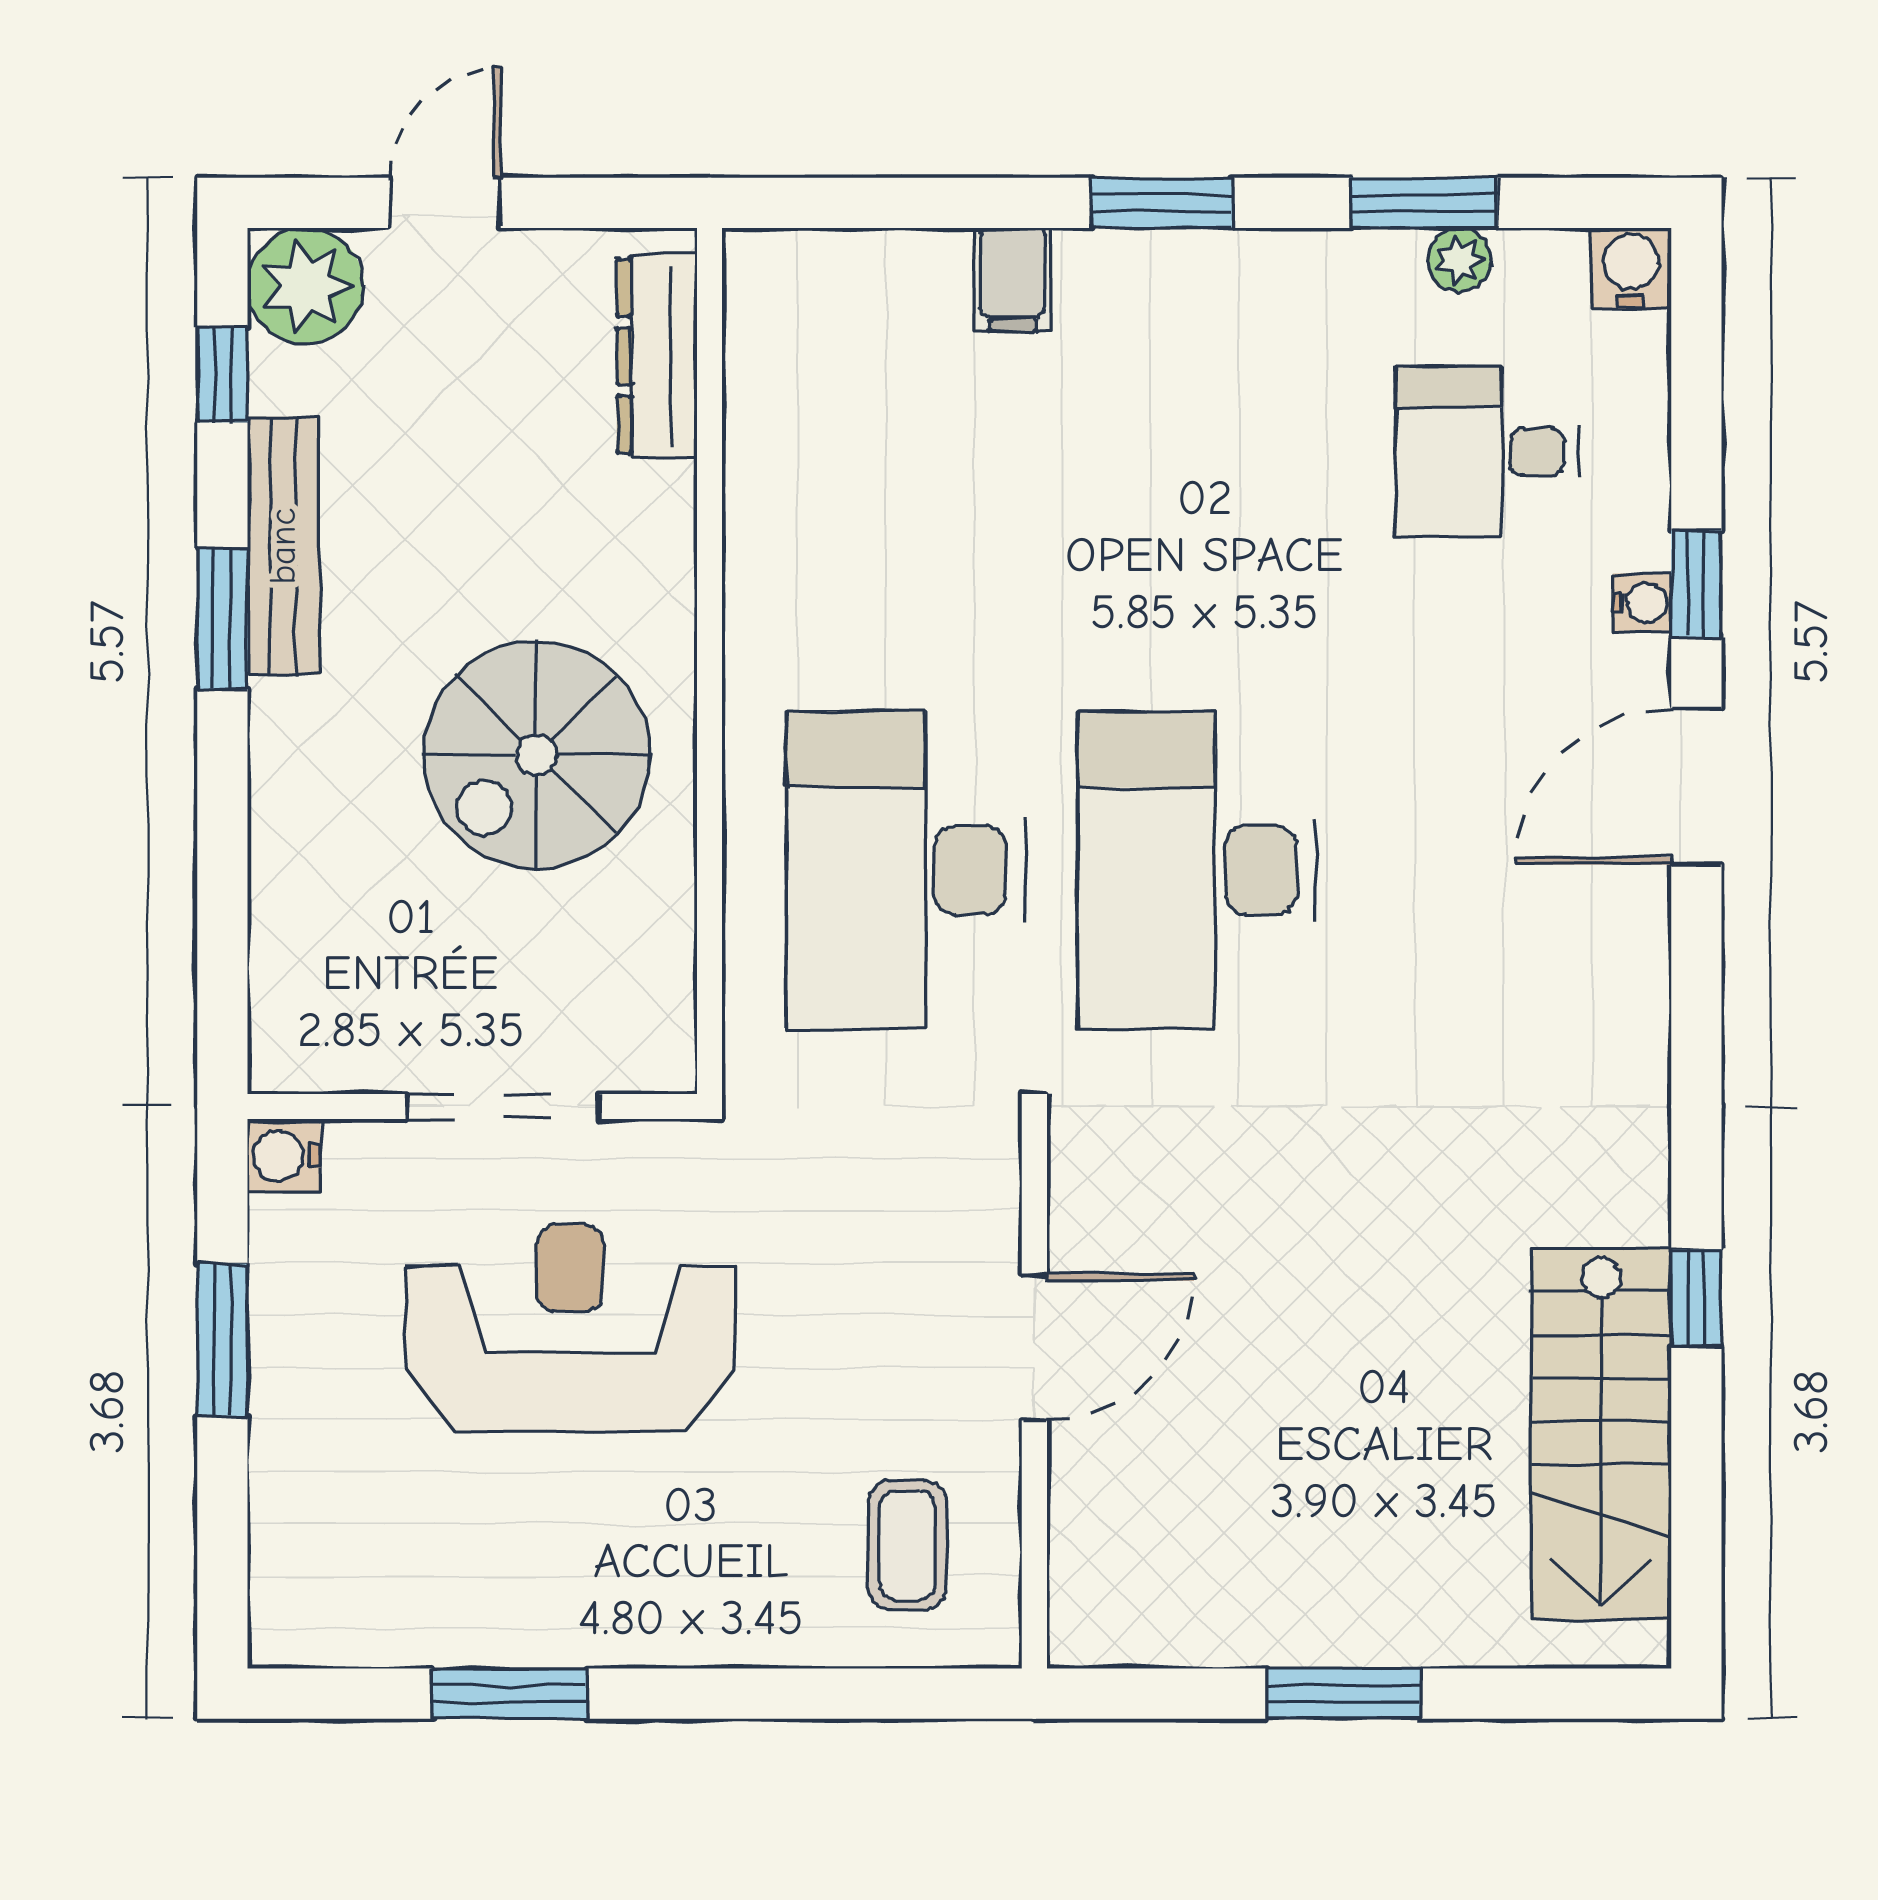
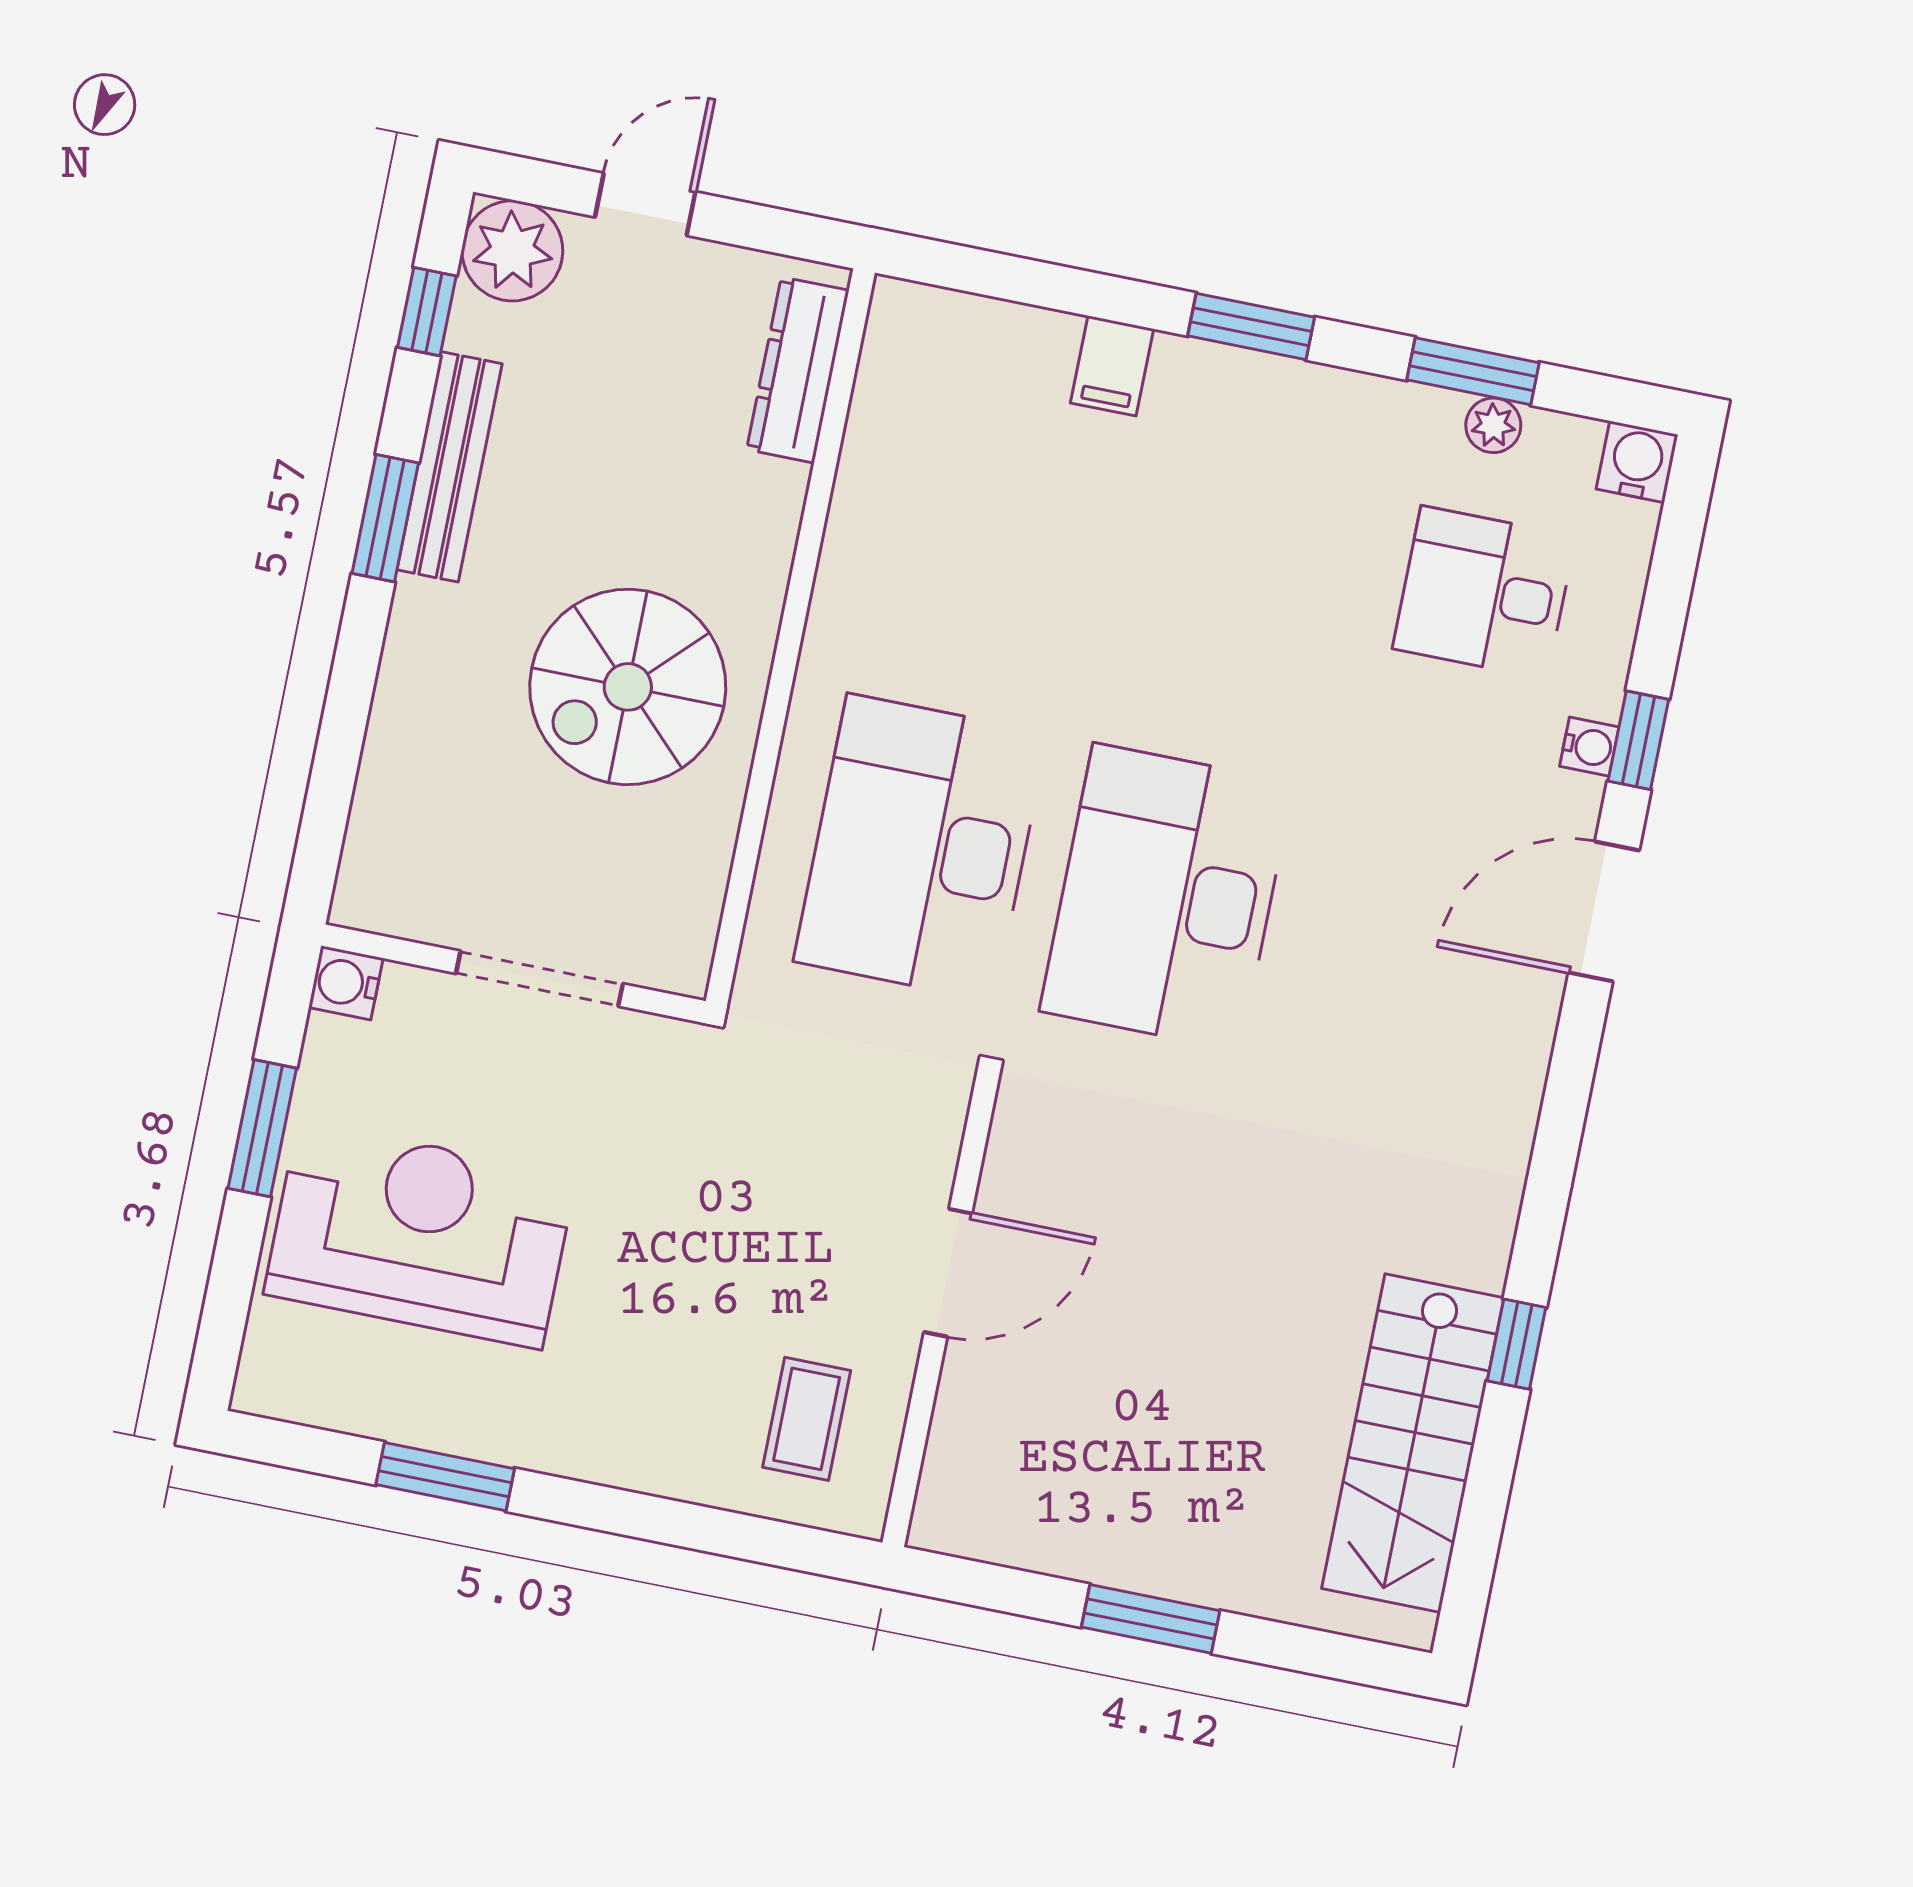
reception desk: (570, 1328) -> (420, 1235), moved

